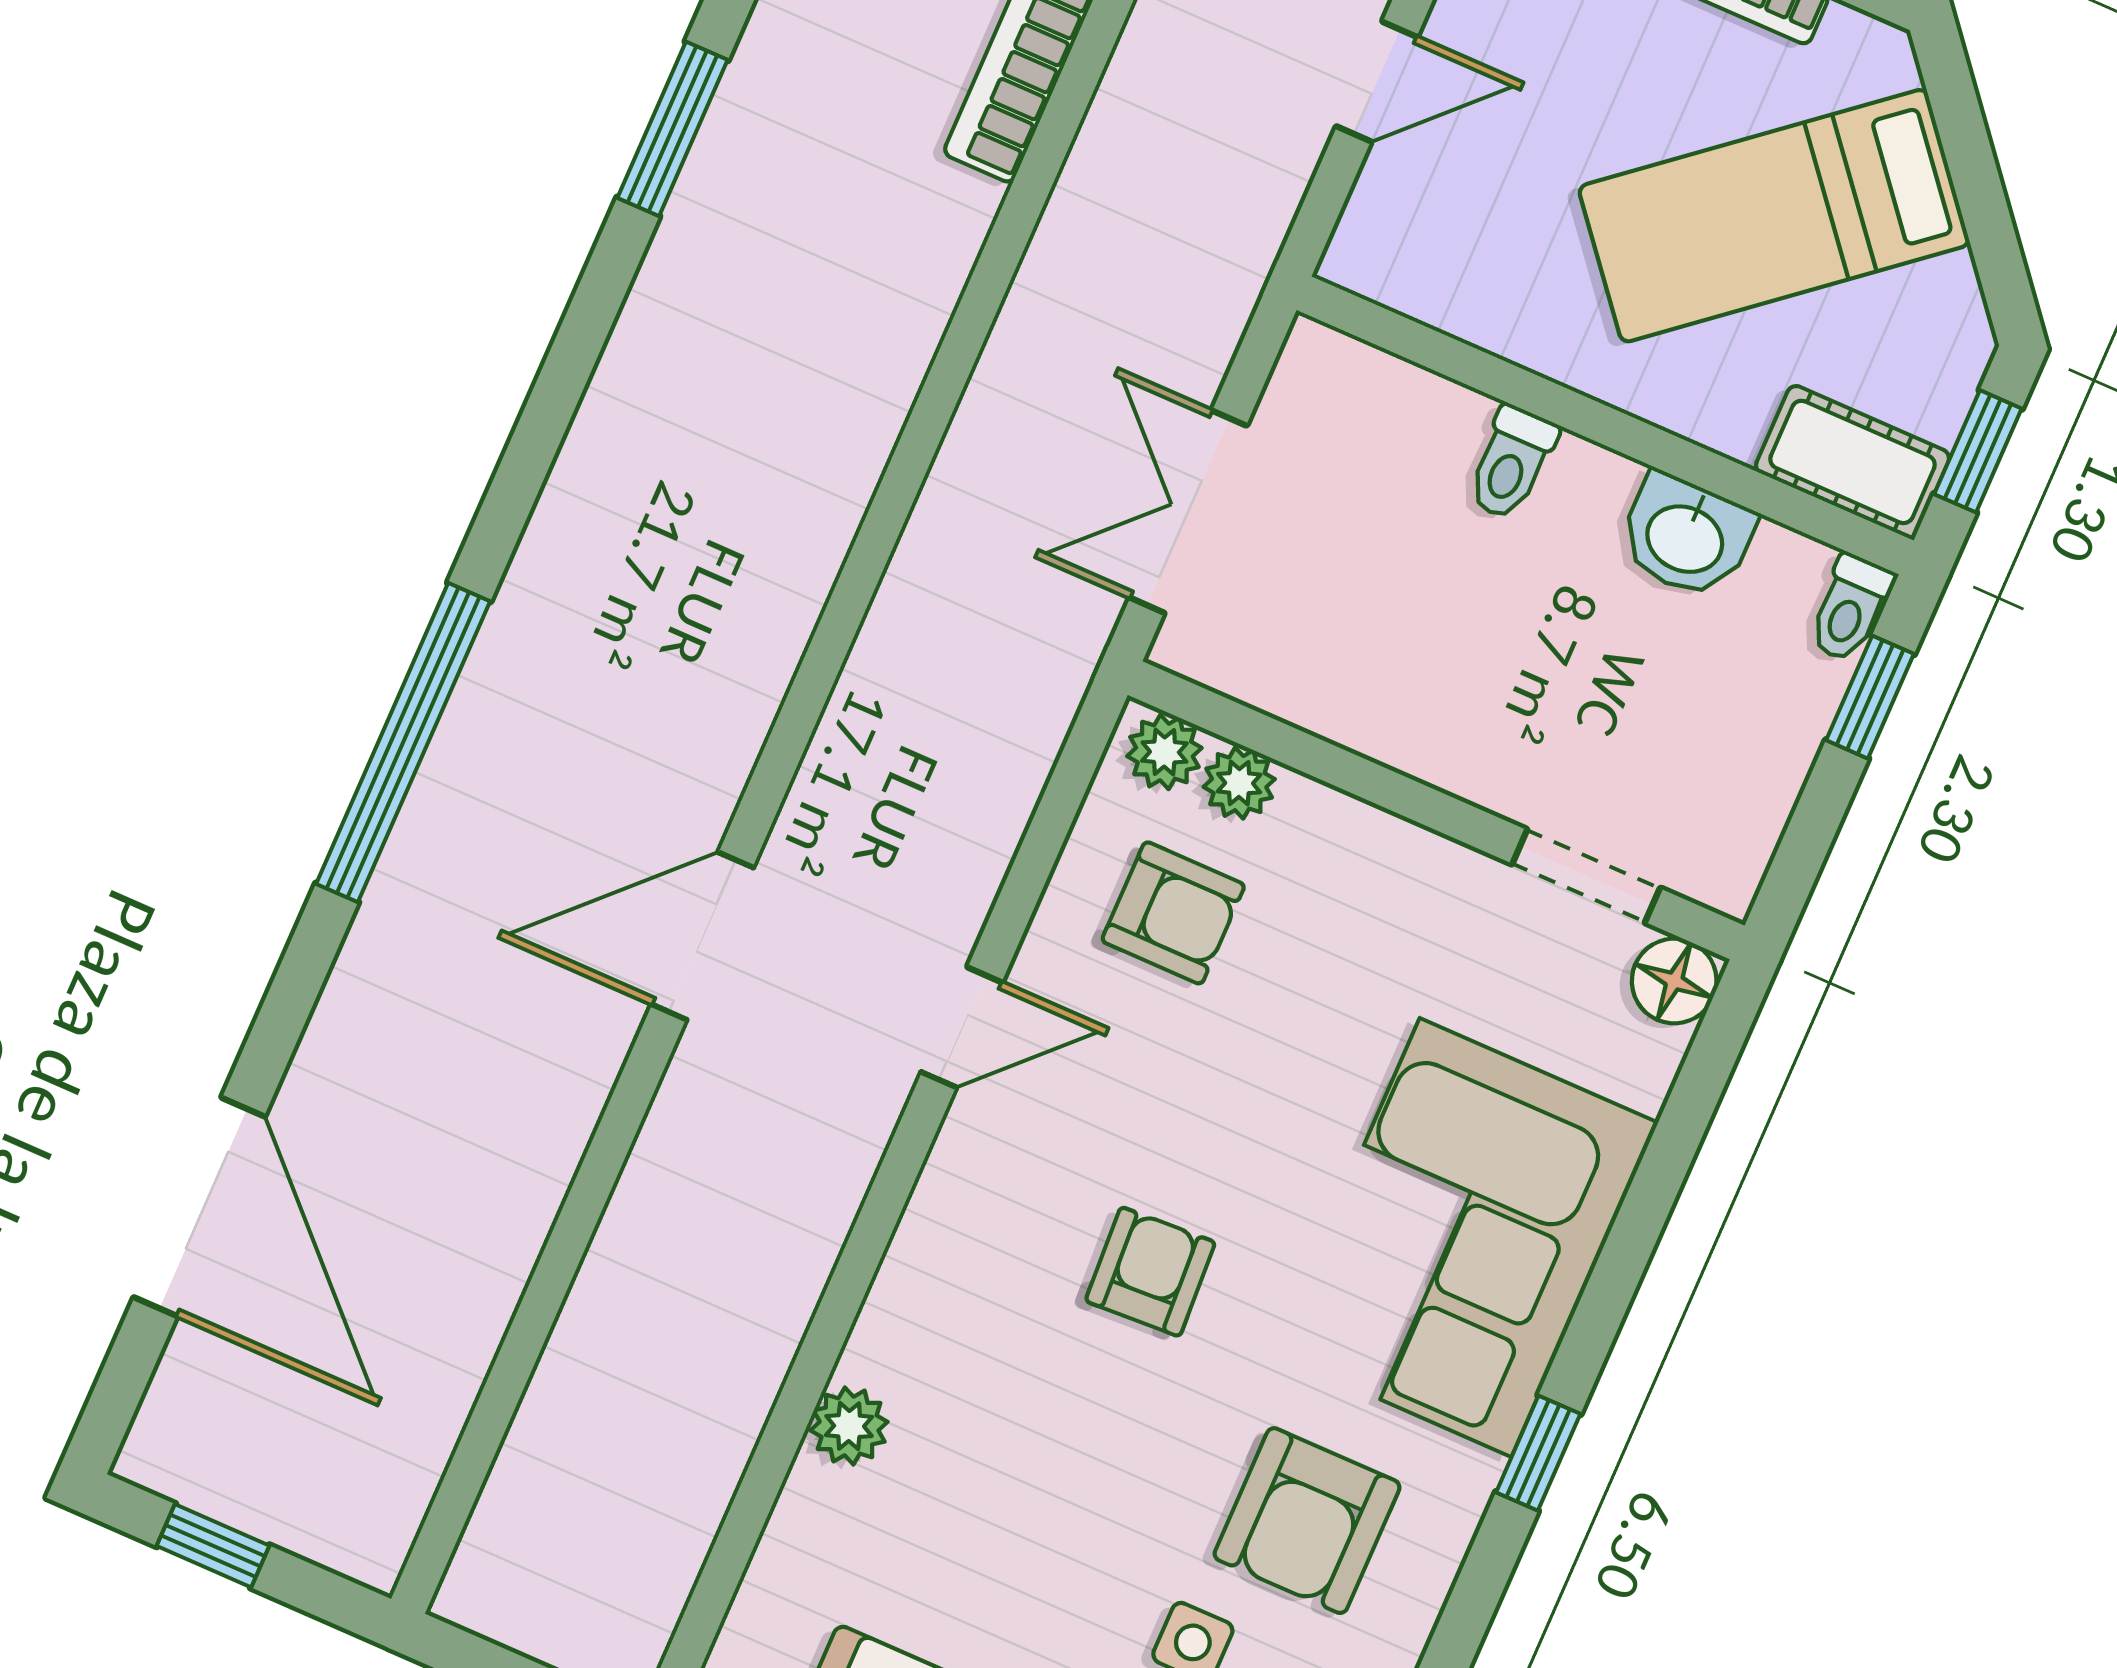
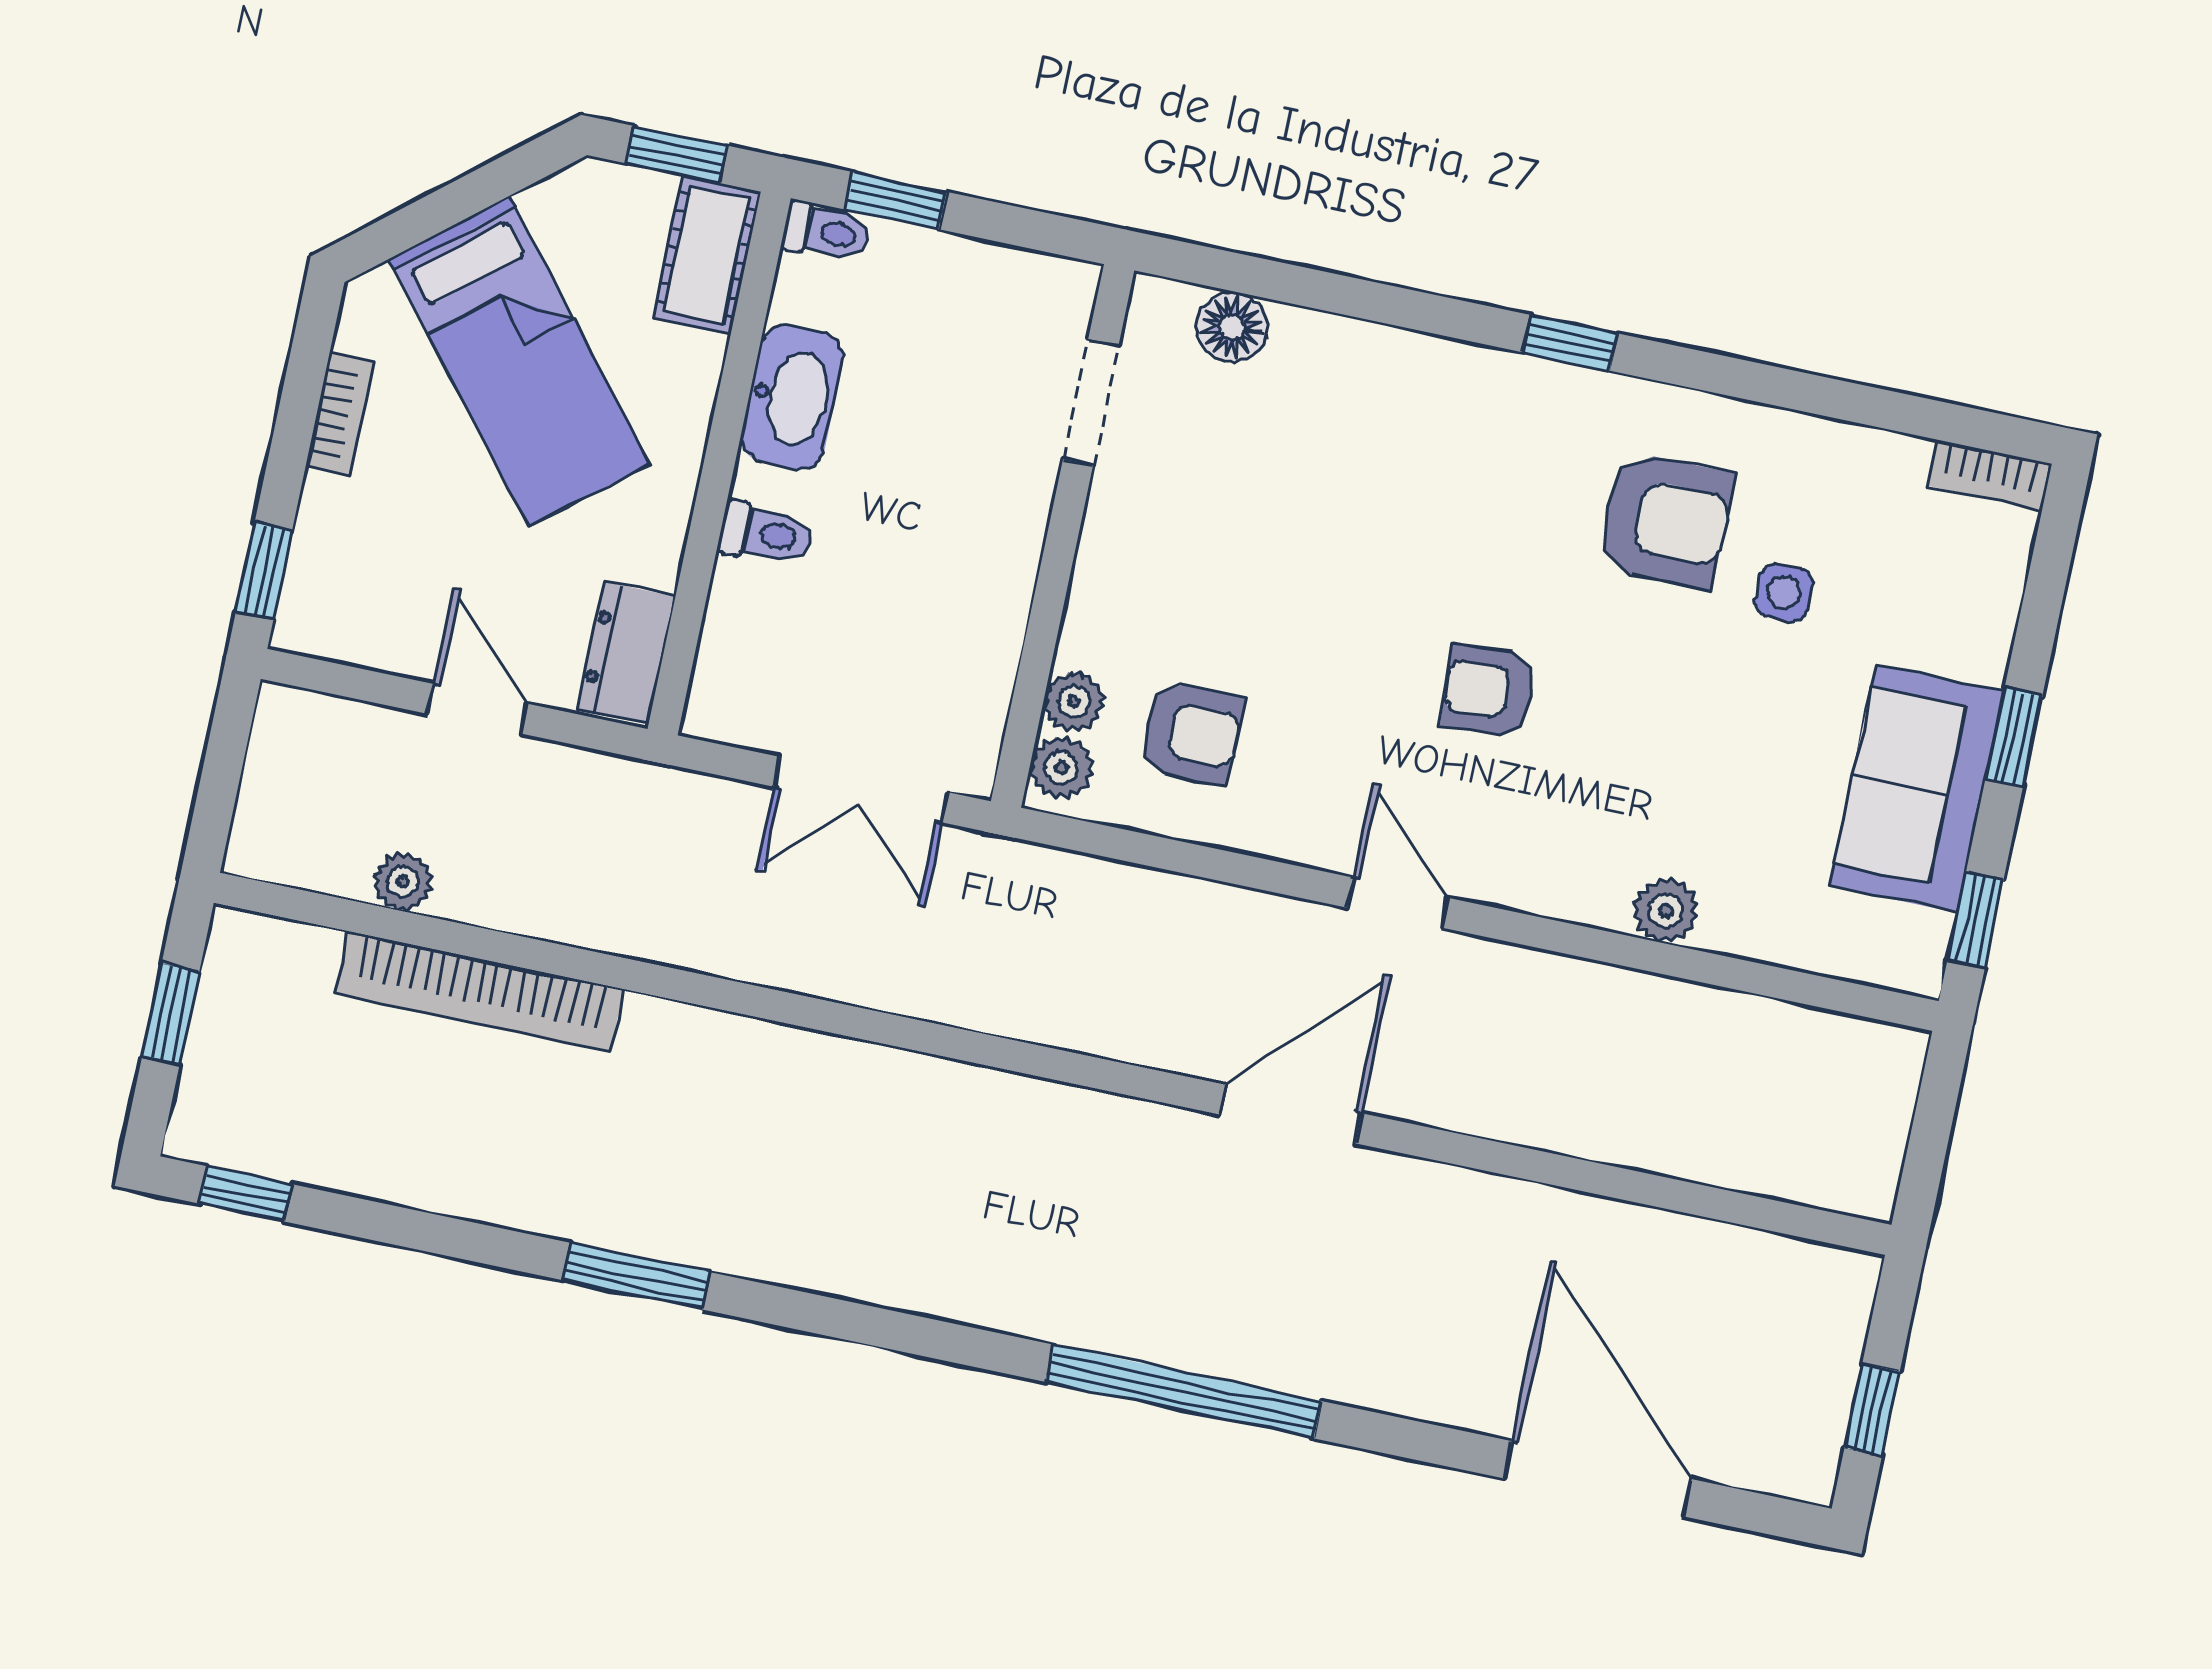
dresser: (1406, 270) -> (626, 653), added
washbasin: (1686, 536) -> (792, 397), width x1.38
armchair: (1173, 913) -> (1191, 733), turned 90
door: (702, 936) -> (1290, 1114), swing flipped
floor lamp: (1674, 981) -> (1232, 327), moved
door: (962, 1027) -> (1397, 903), moved
door: (199, 1207) -> (1598, 1479), hinge flipped
corner sofa: (1466, 1237) -> (1406, 439), removed

